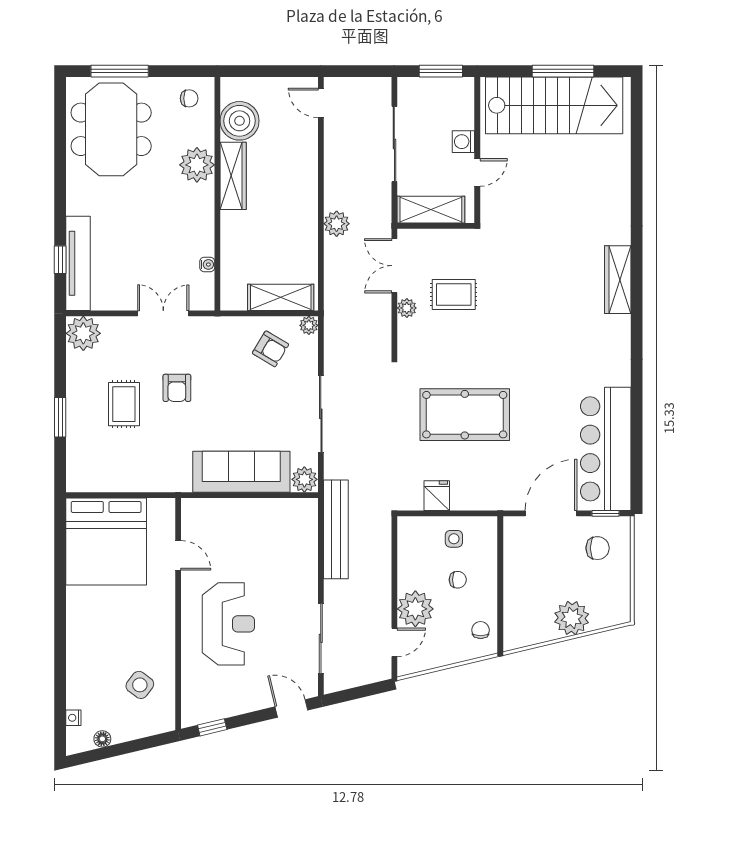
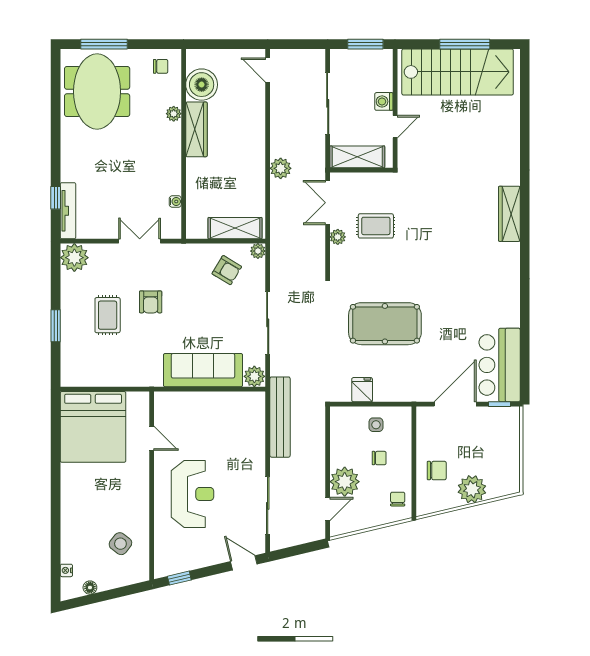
plant: (197, 165) -> (174, 114), width x0.53, depth x0.53
tv unit: (78, 263) -> (68, 211), width x0.73, depth x0.78
bar counter: (606, 449) -> (500, 365), width x0.73
chair: (598, 548) -> (437, 471), moved

